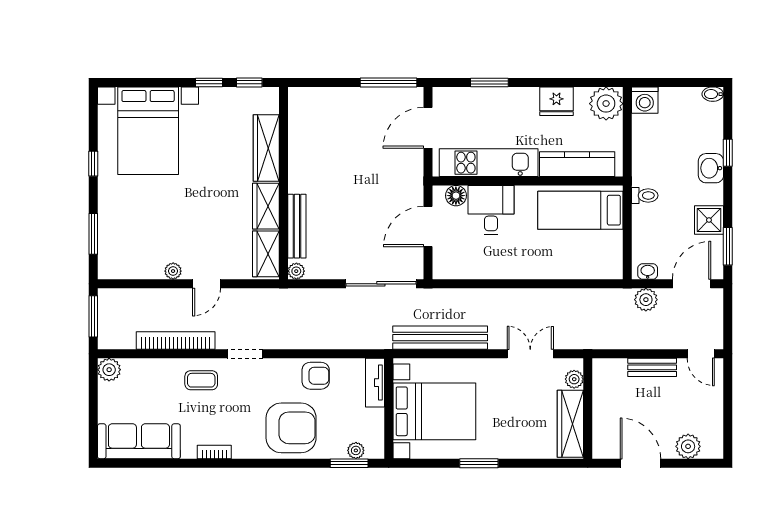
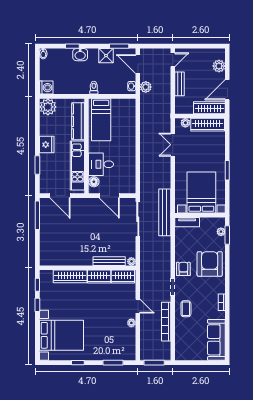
fridge: (556, 101) -> (47, 145), moved
bench: (440, 338) -> (165, 212), moved
plant: (109, 370) -> (181, 355), removed
armchair: (316, 376) -> (183, 269), moved
wardrobe: (604, 427) -> (209, 108), added

